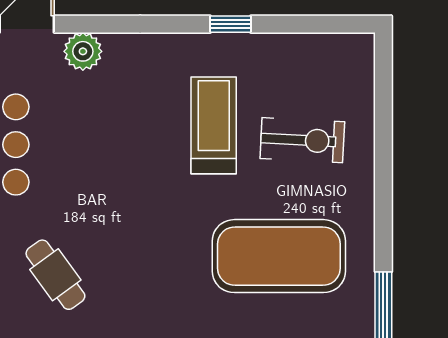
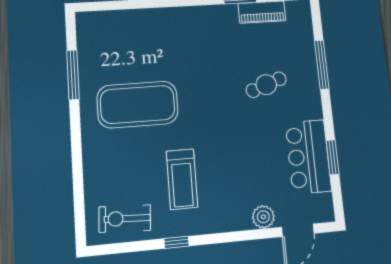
exercise bike: (302, 140) -> (125, 219), moved
cafe table: (55, 275) -> (266, 85), turned -74

